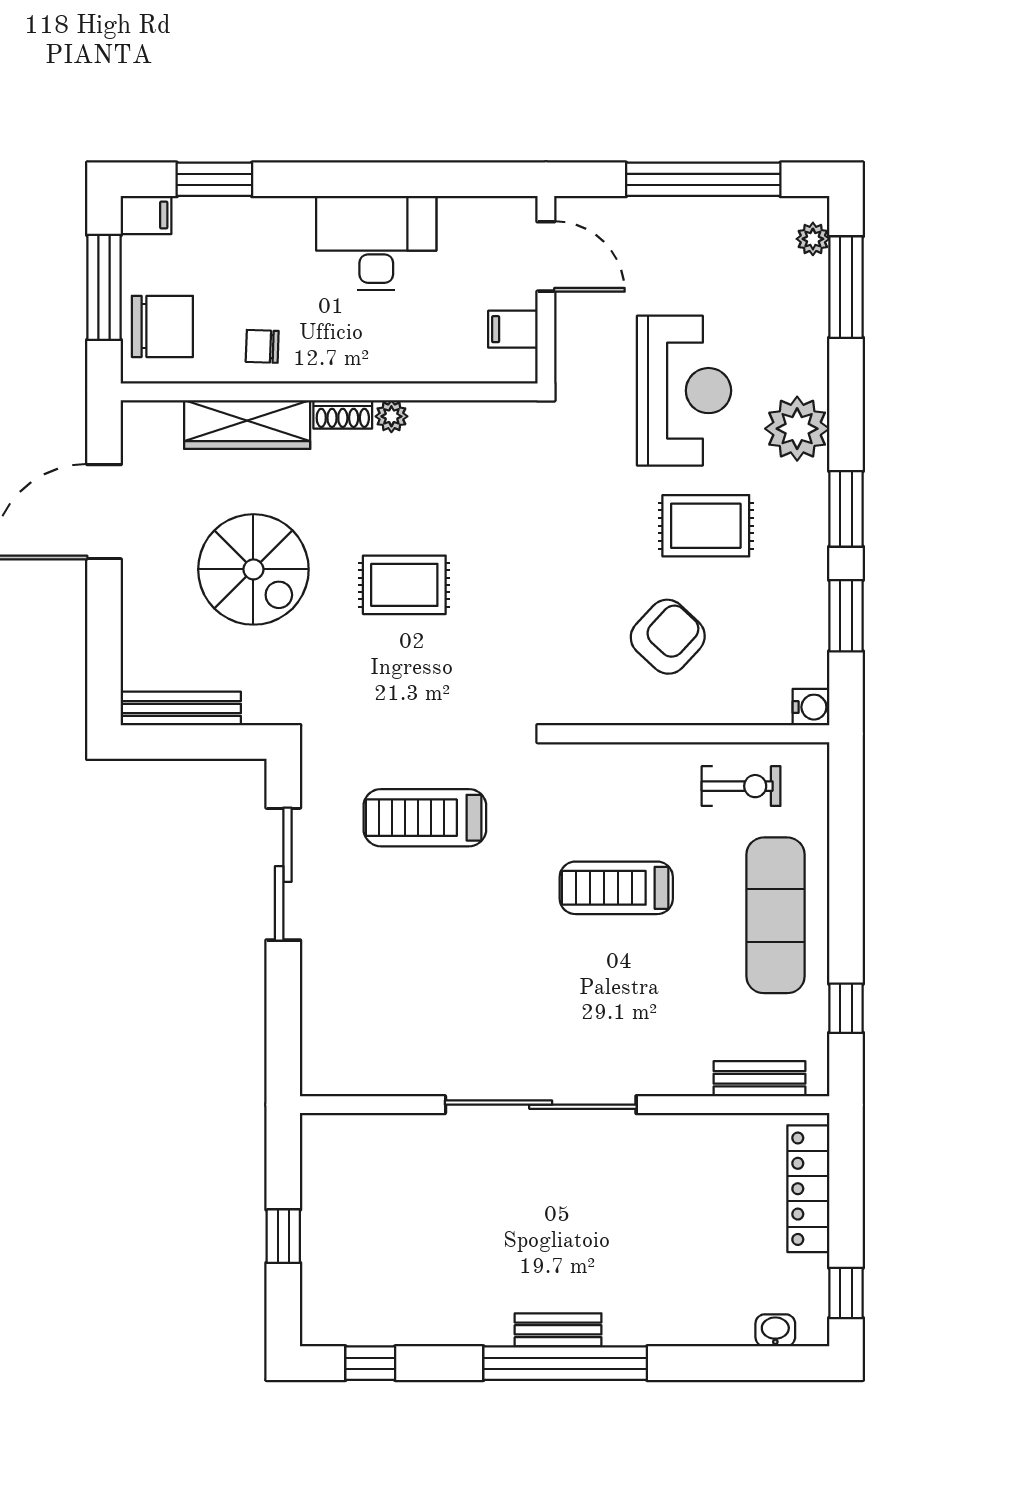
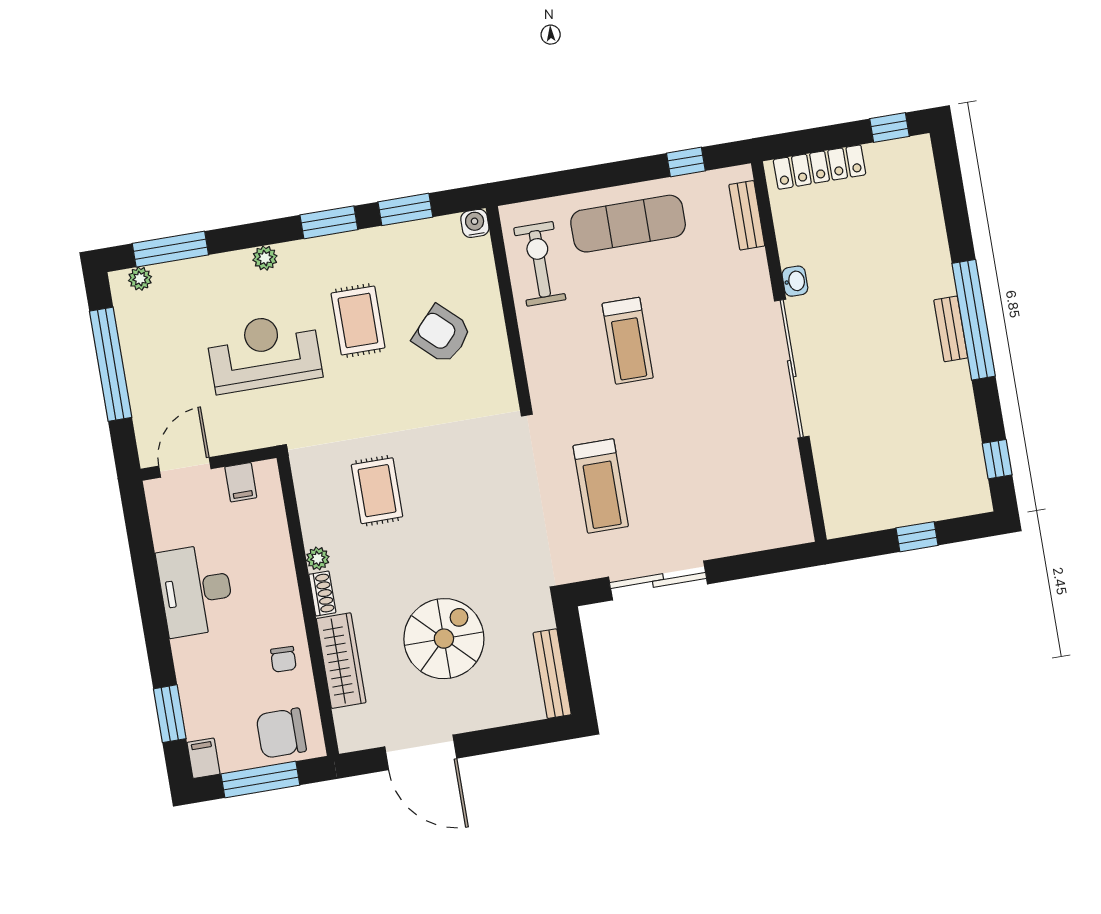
chair: (162, 326) -> (281, 733), turned -90
plant: (797, 429) -> (265, 258), width x0.53, depth x0.53
rug: (404, 585) -> (377, 491), moved
exercise bike: (741, 786) -> (540, 264), width x1.38, depth x1.39
washbasin: (775, 1330) -> (795, 281), moved, turned 180

